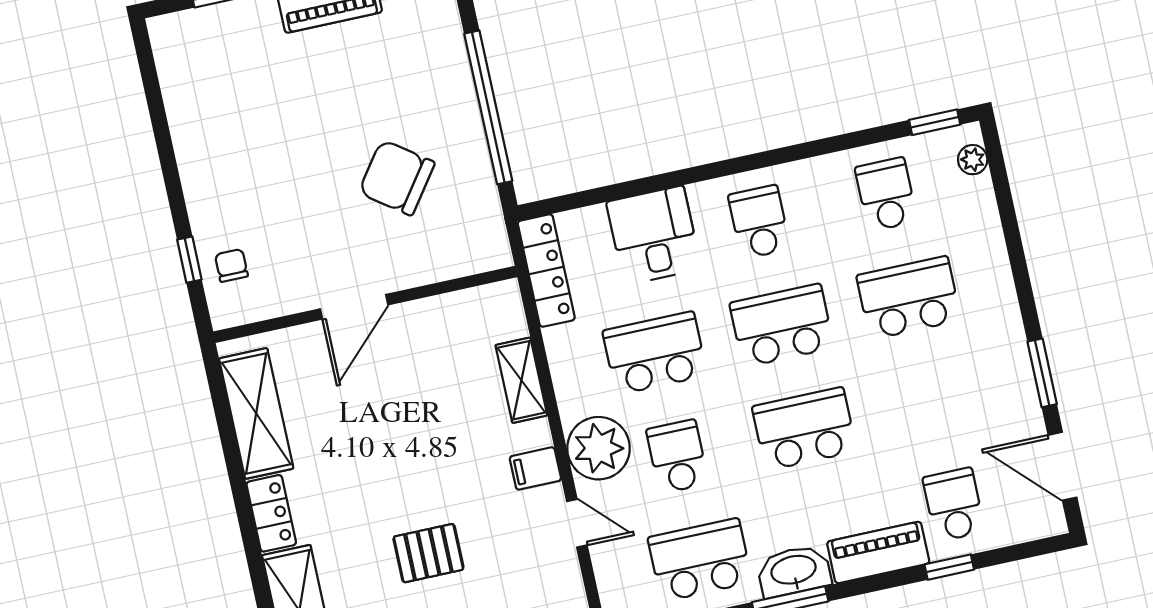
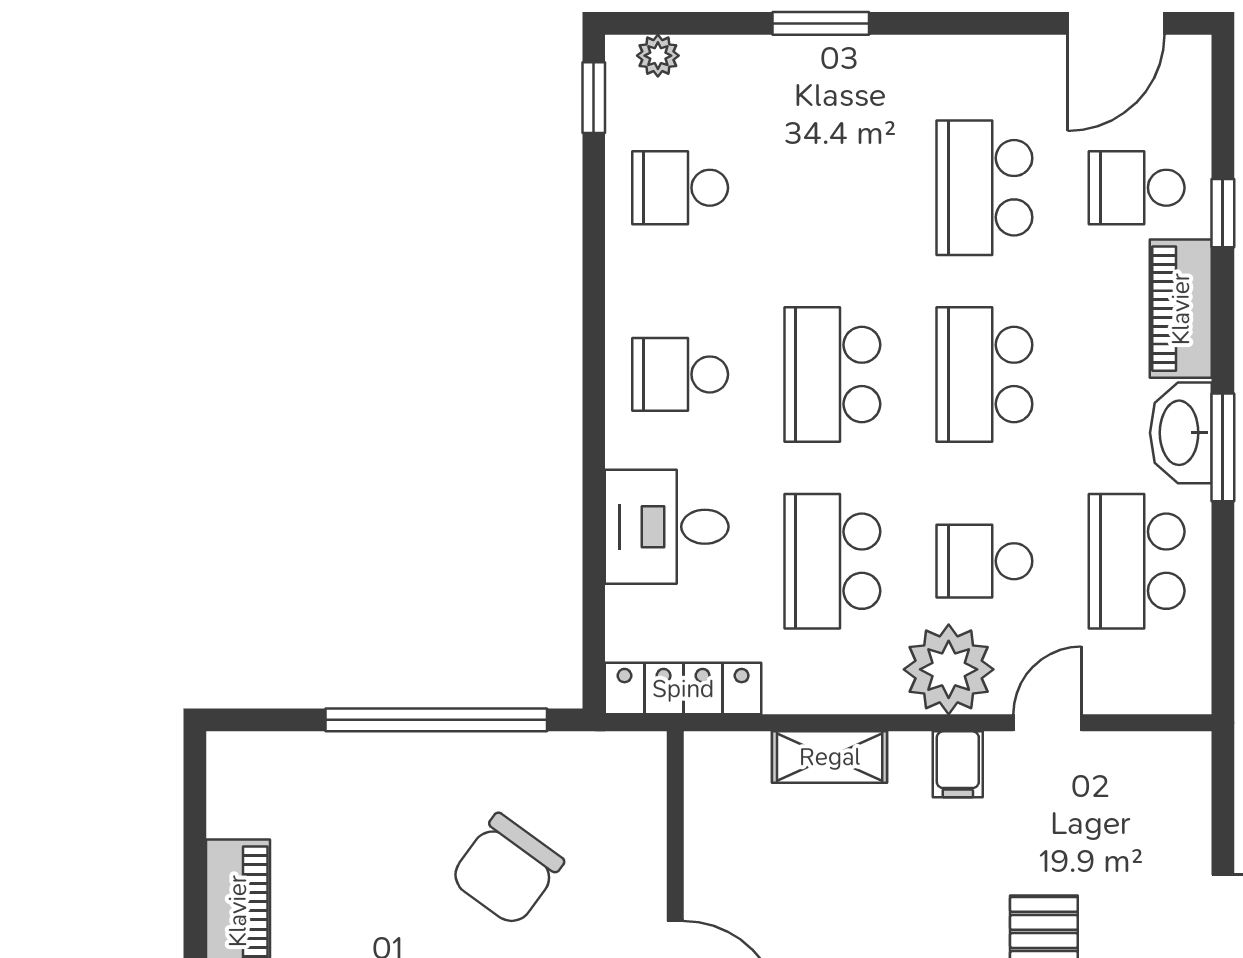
school desk: (909, 298) -> (984, 188), moved
window: (1042, 373) -> (821, 23), moved

